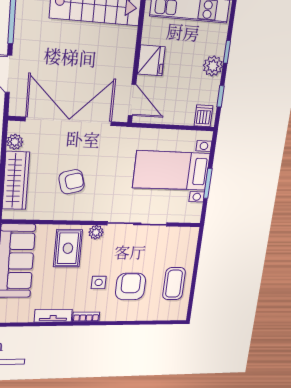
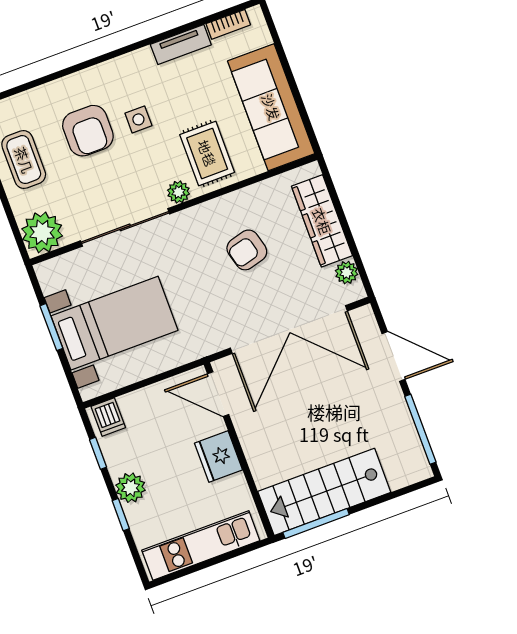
plant: (185, 239) -> (42, 232), added
bookcase: (86, 317) -> (228, 24), moved

